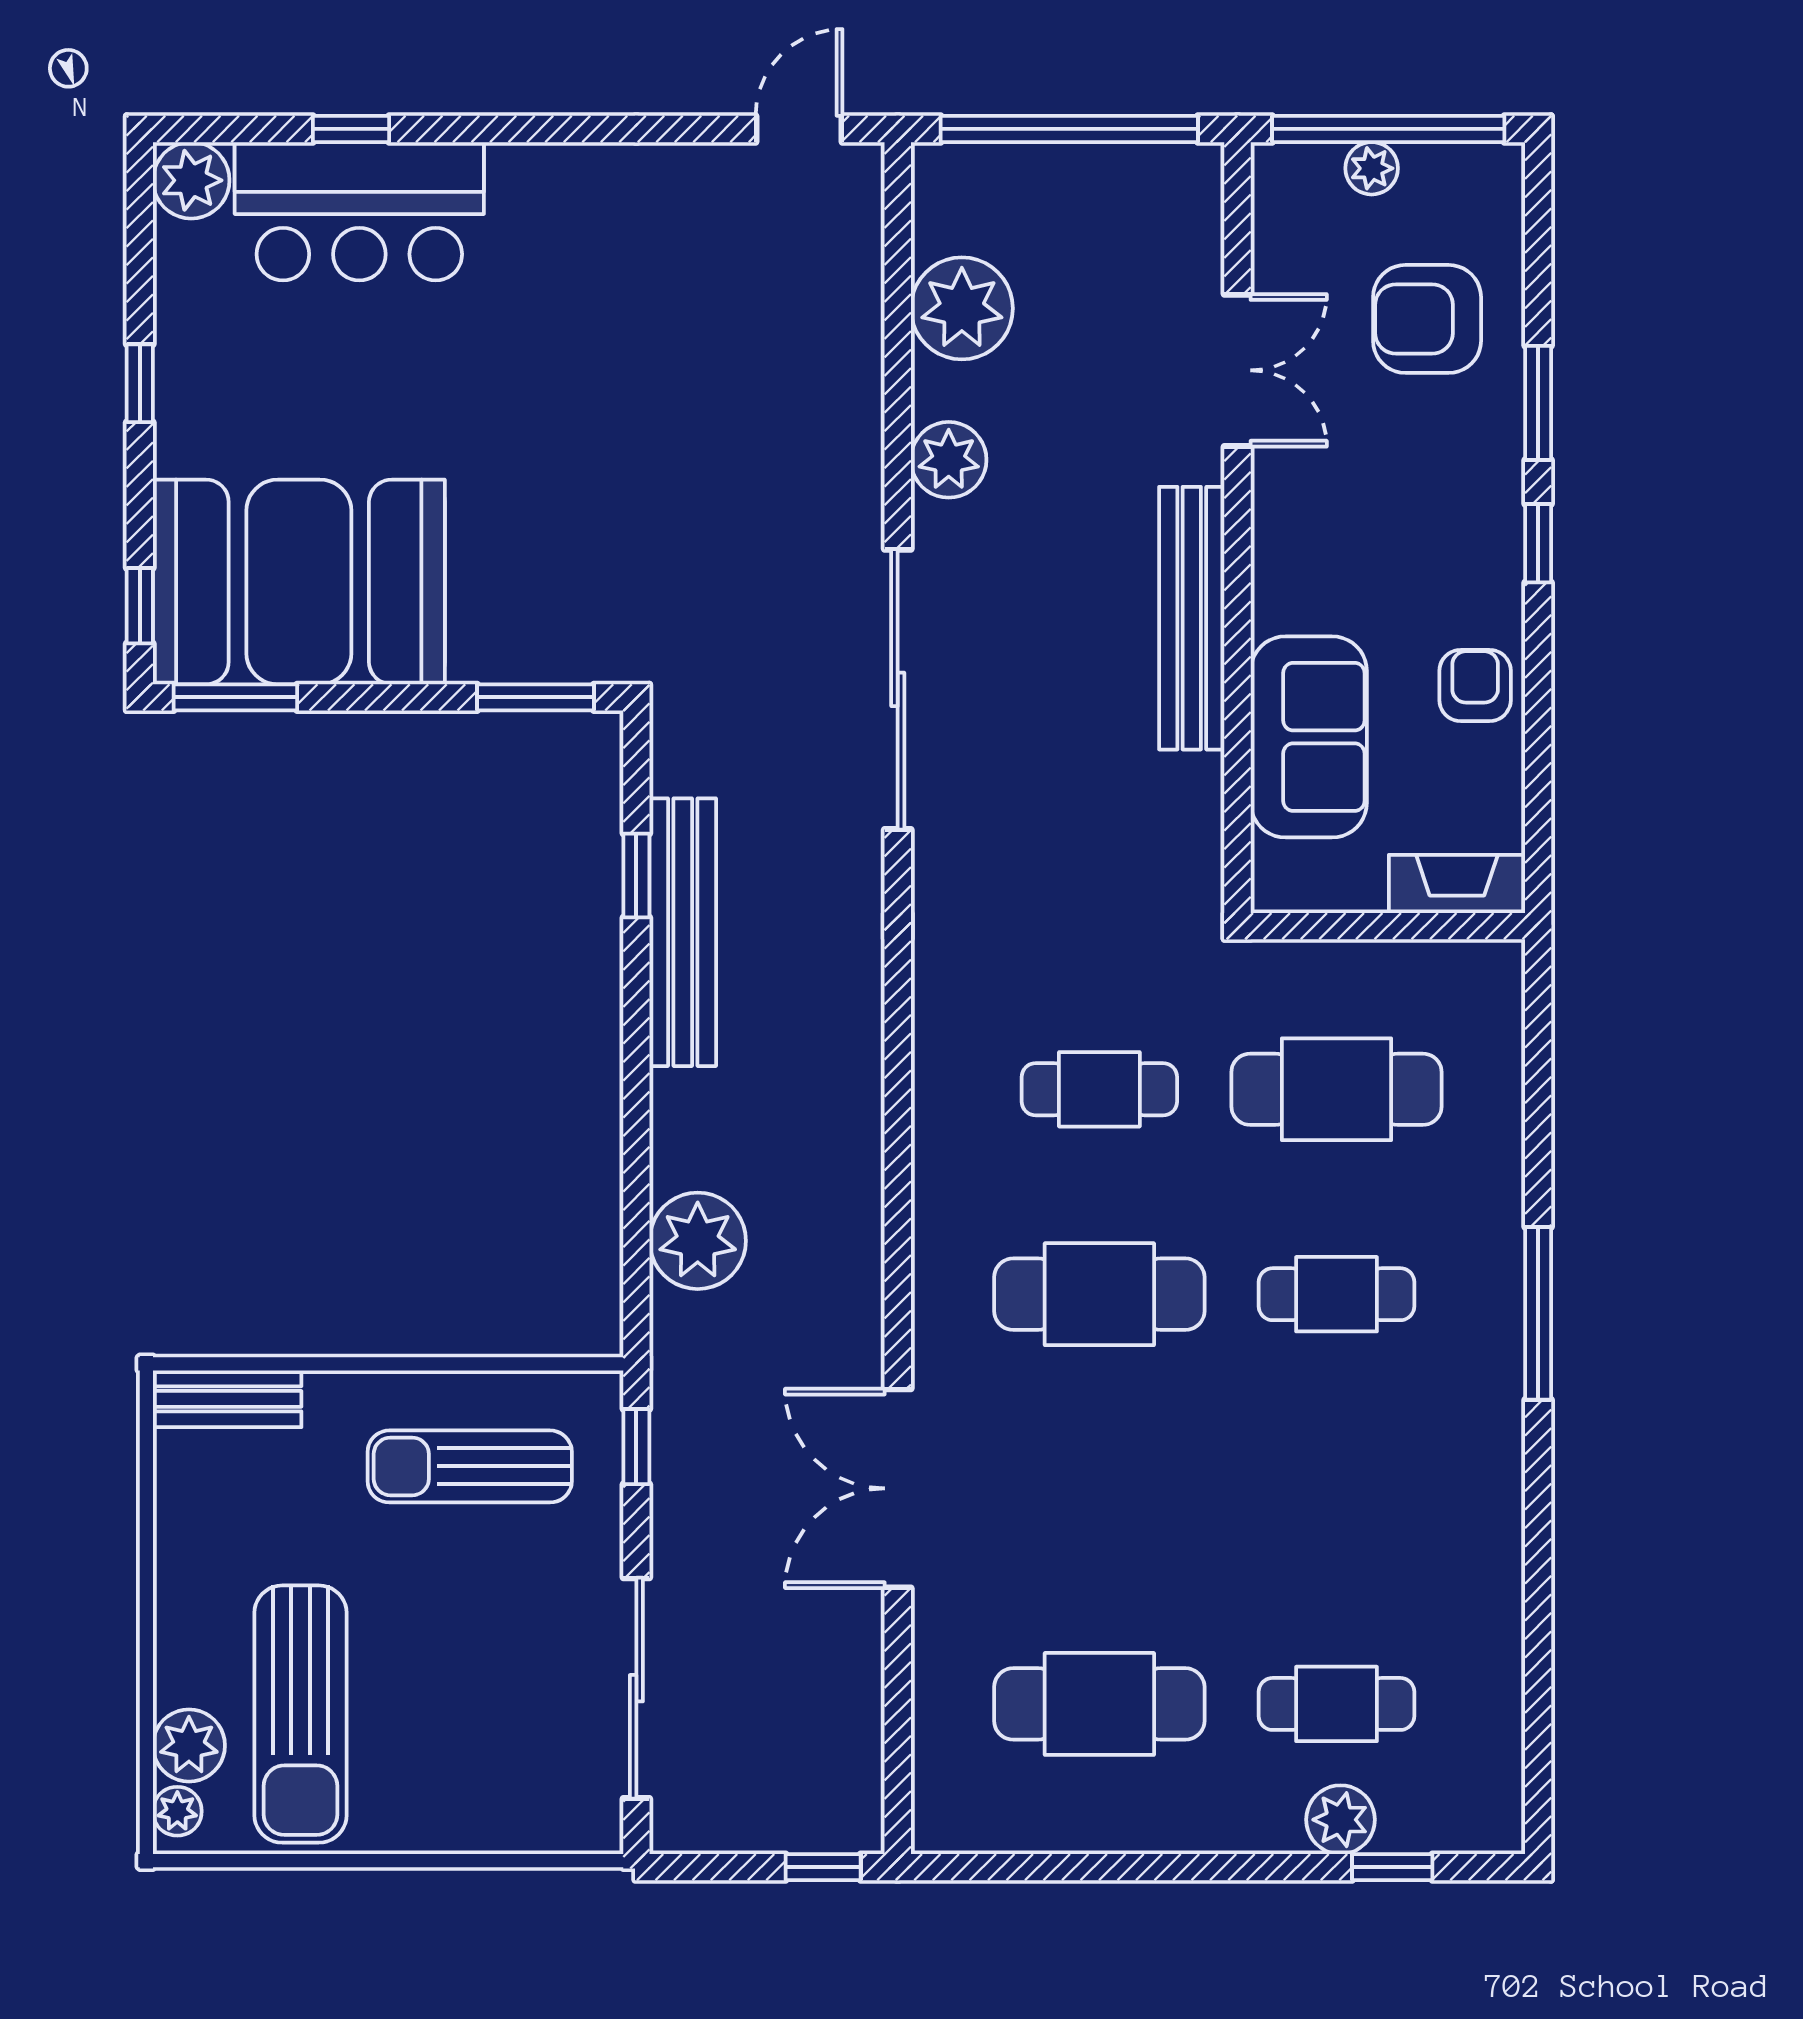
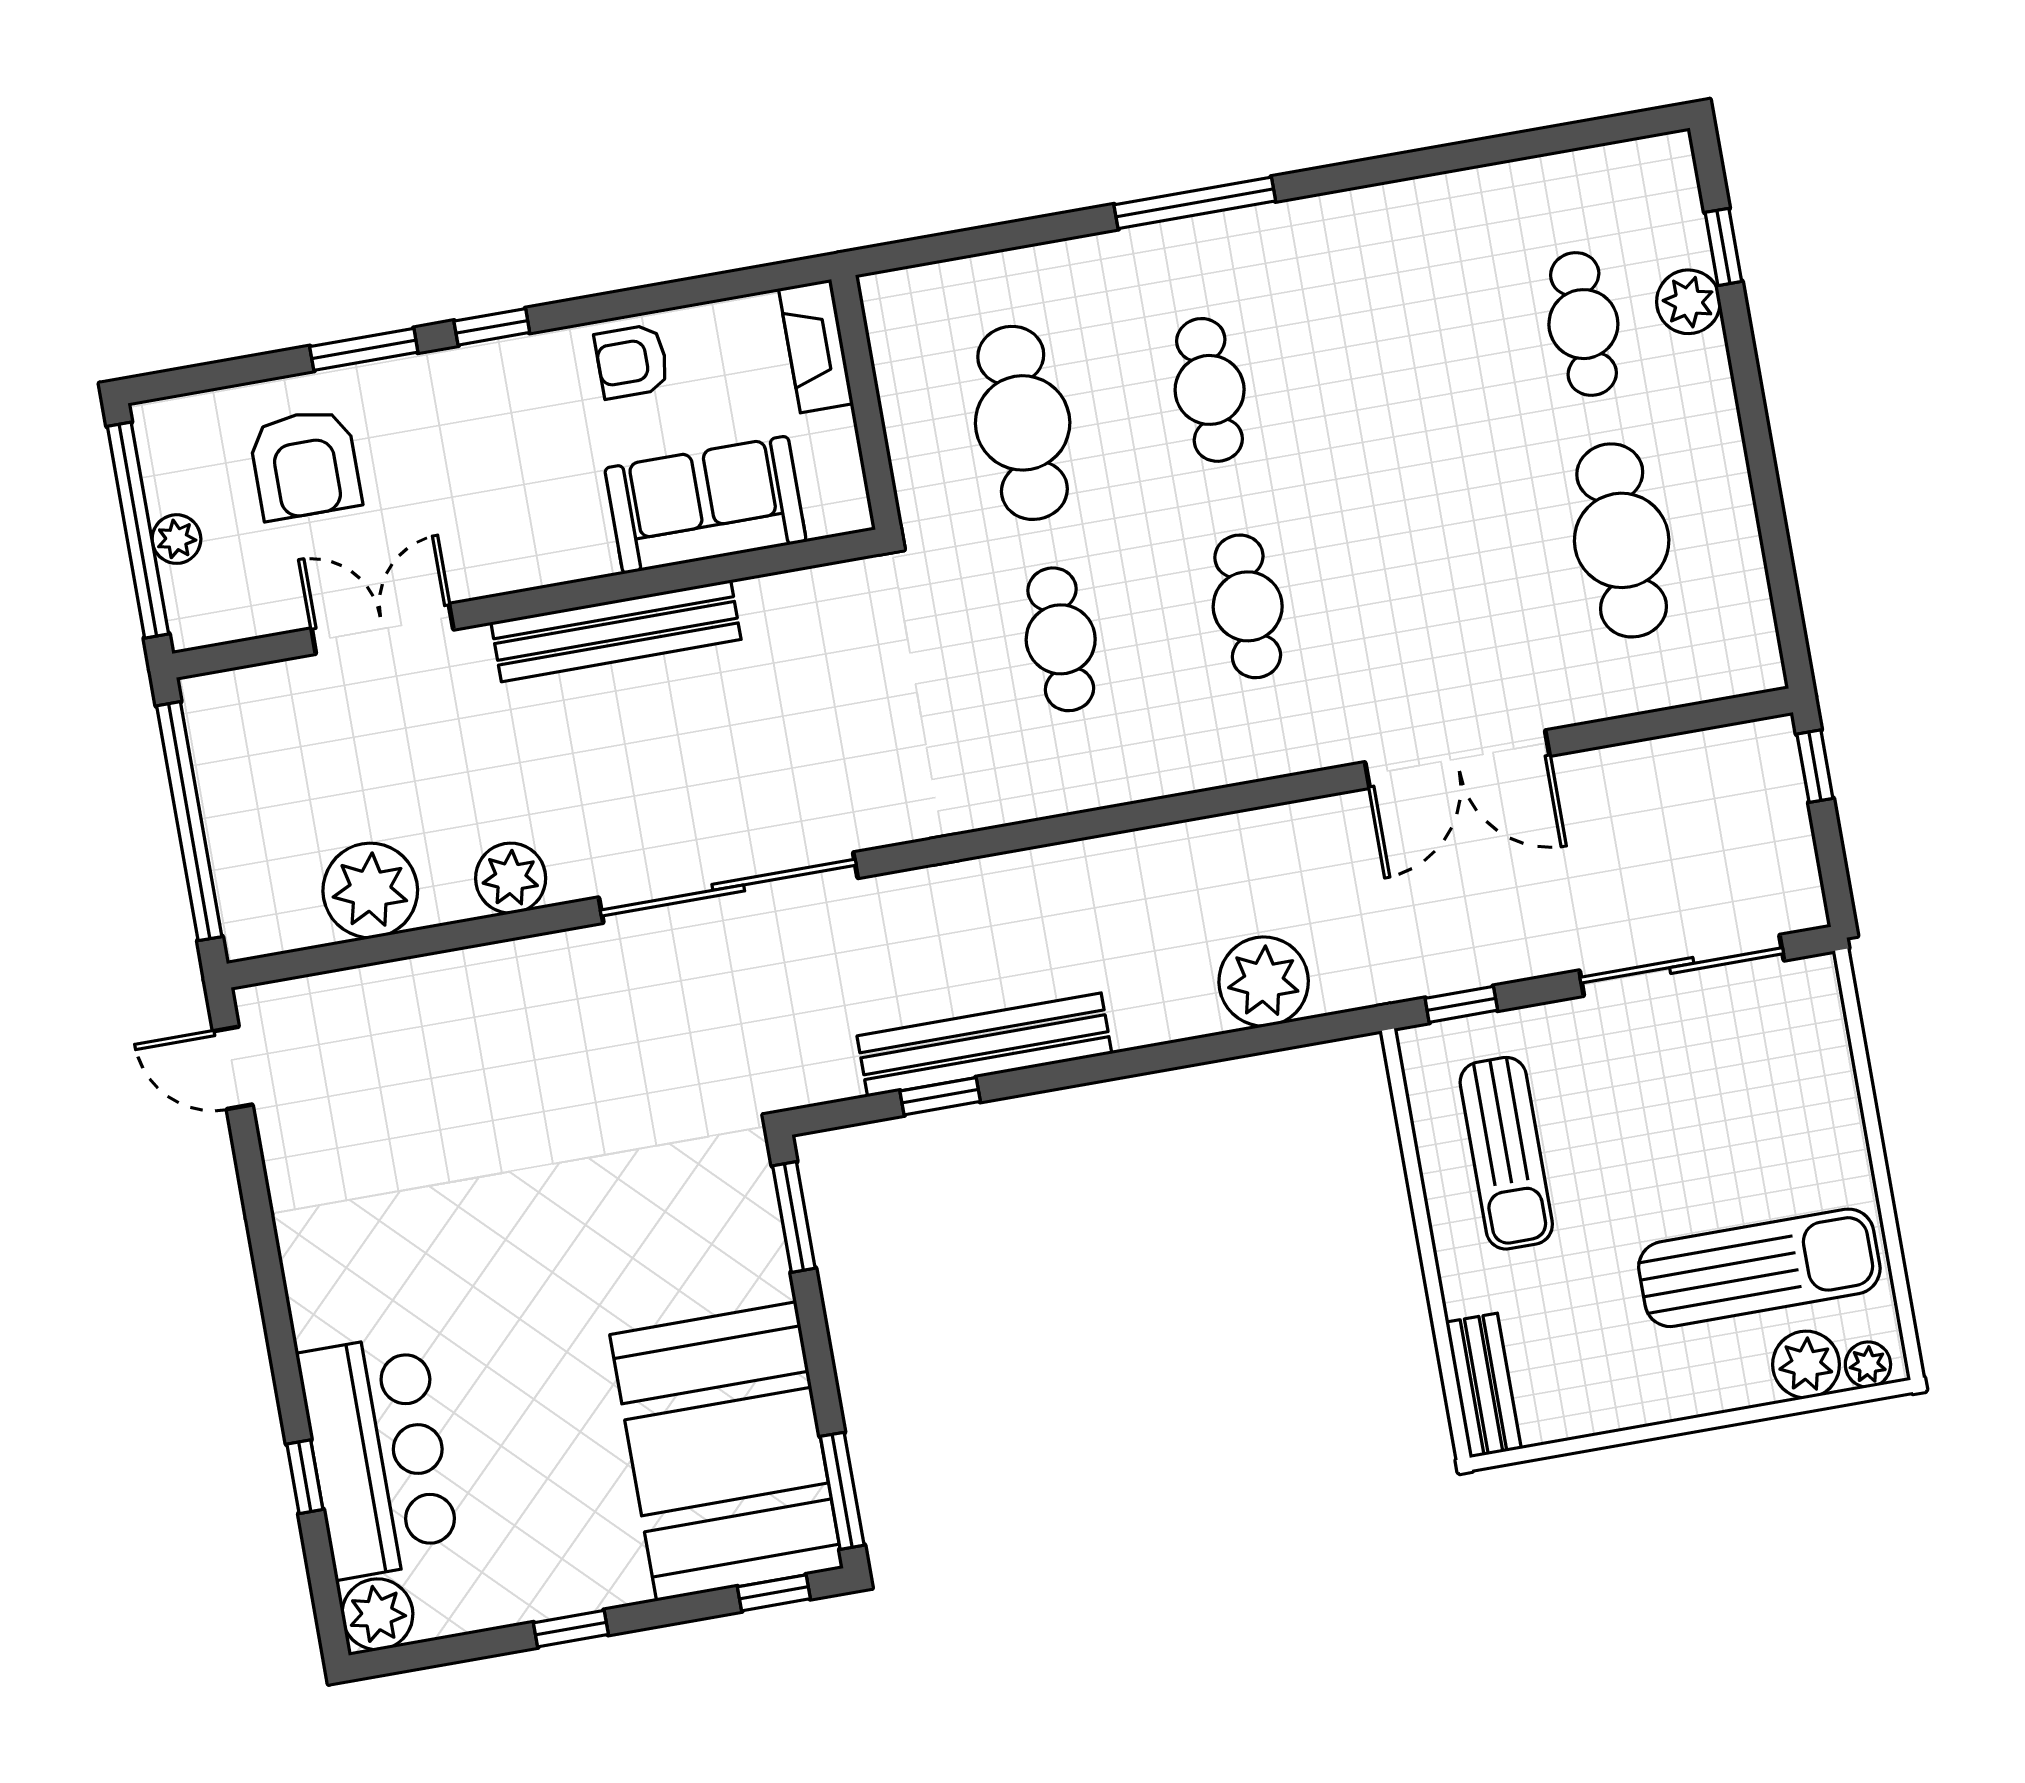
cafe table: (1099, 1294) -> (1248, 606), width x0.73, depth x0.74

